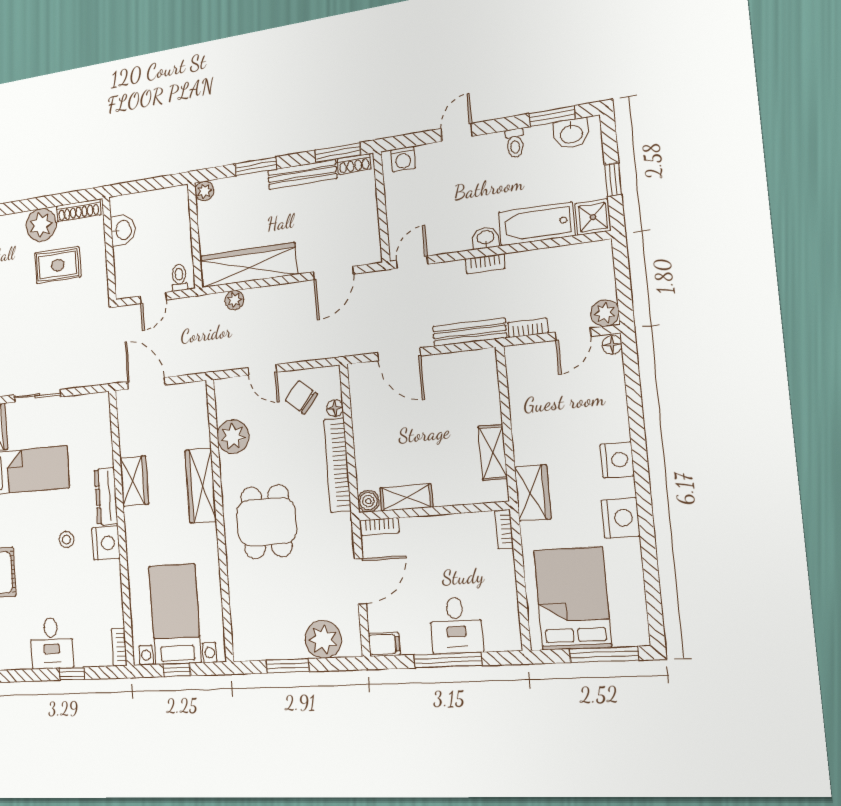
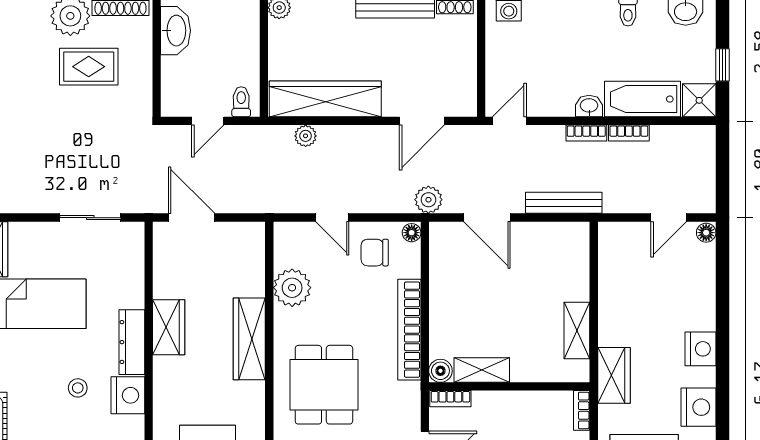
washbasin: (123, 230) -> (175, 31), width x1.38
plant: (605, 313) -> (428, 200), moved
bookcase: (528, 328) -> (629, 133), moved, turned 180
sliding door: (37, 396) -> (90, 218), moved
chair: (301, 398) -> (375, 253), turned -40
floor lamp: (335, 408) -> (412, 233), moved

